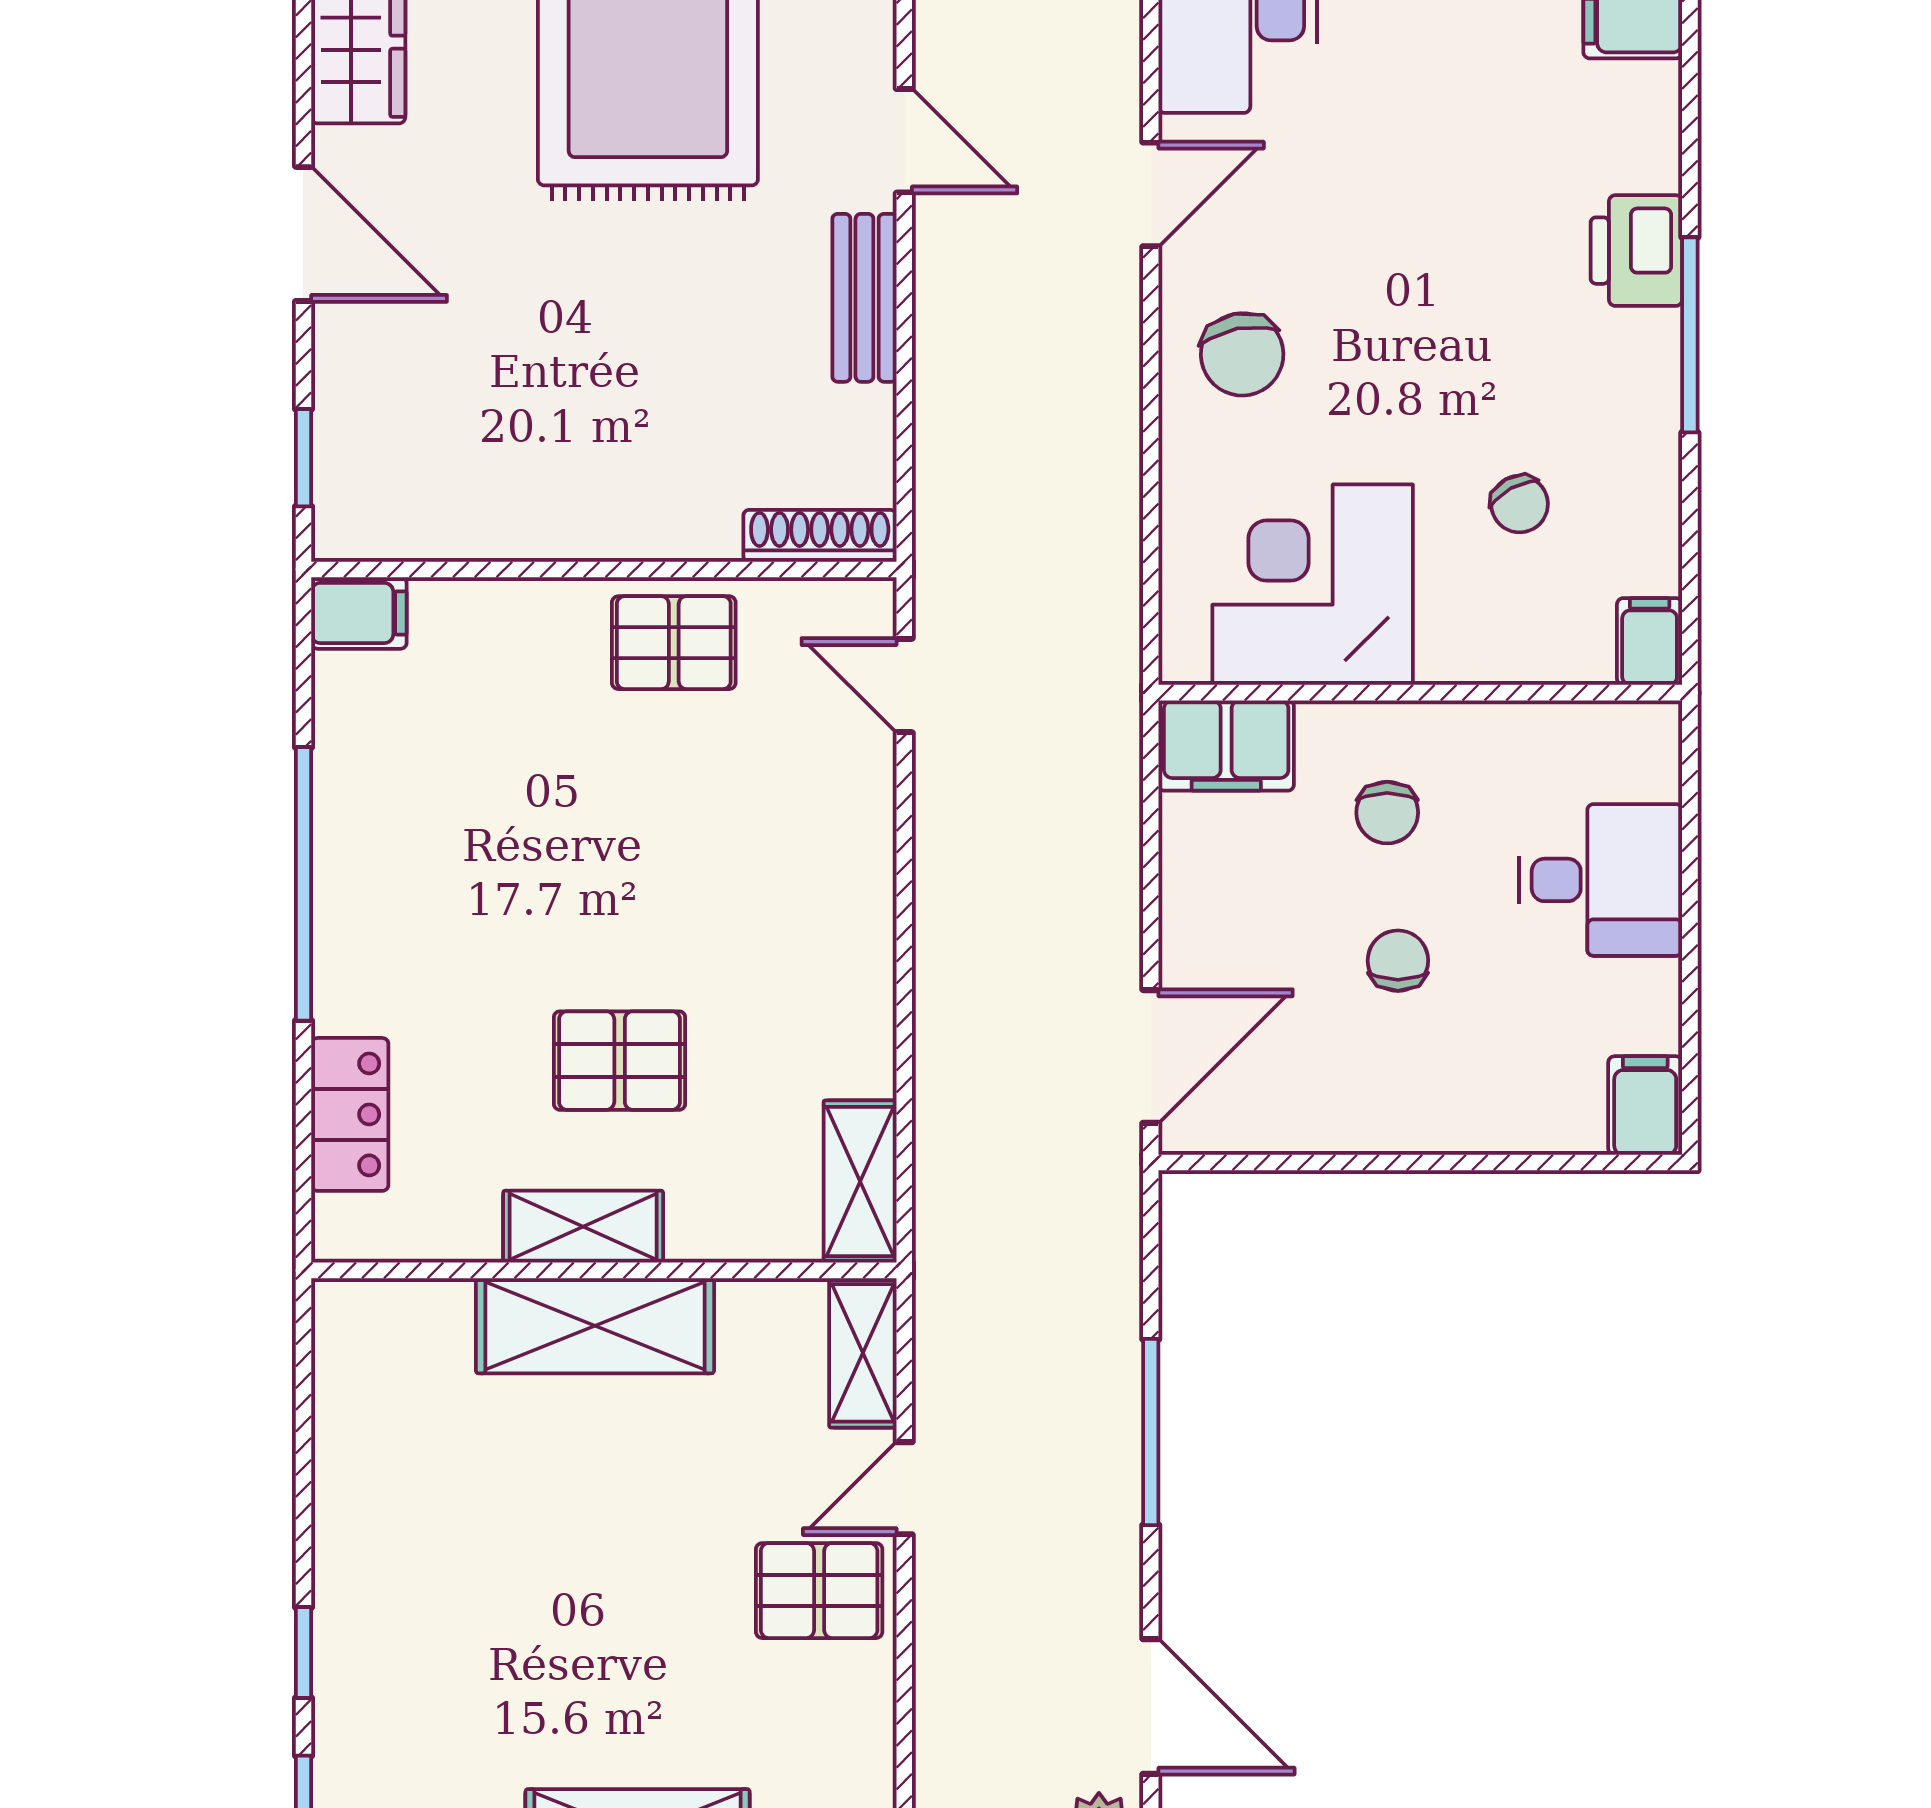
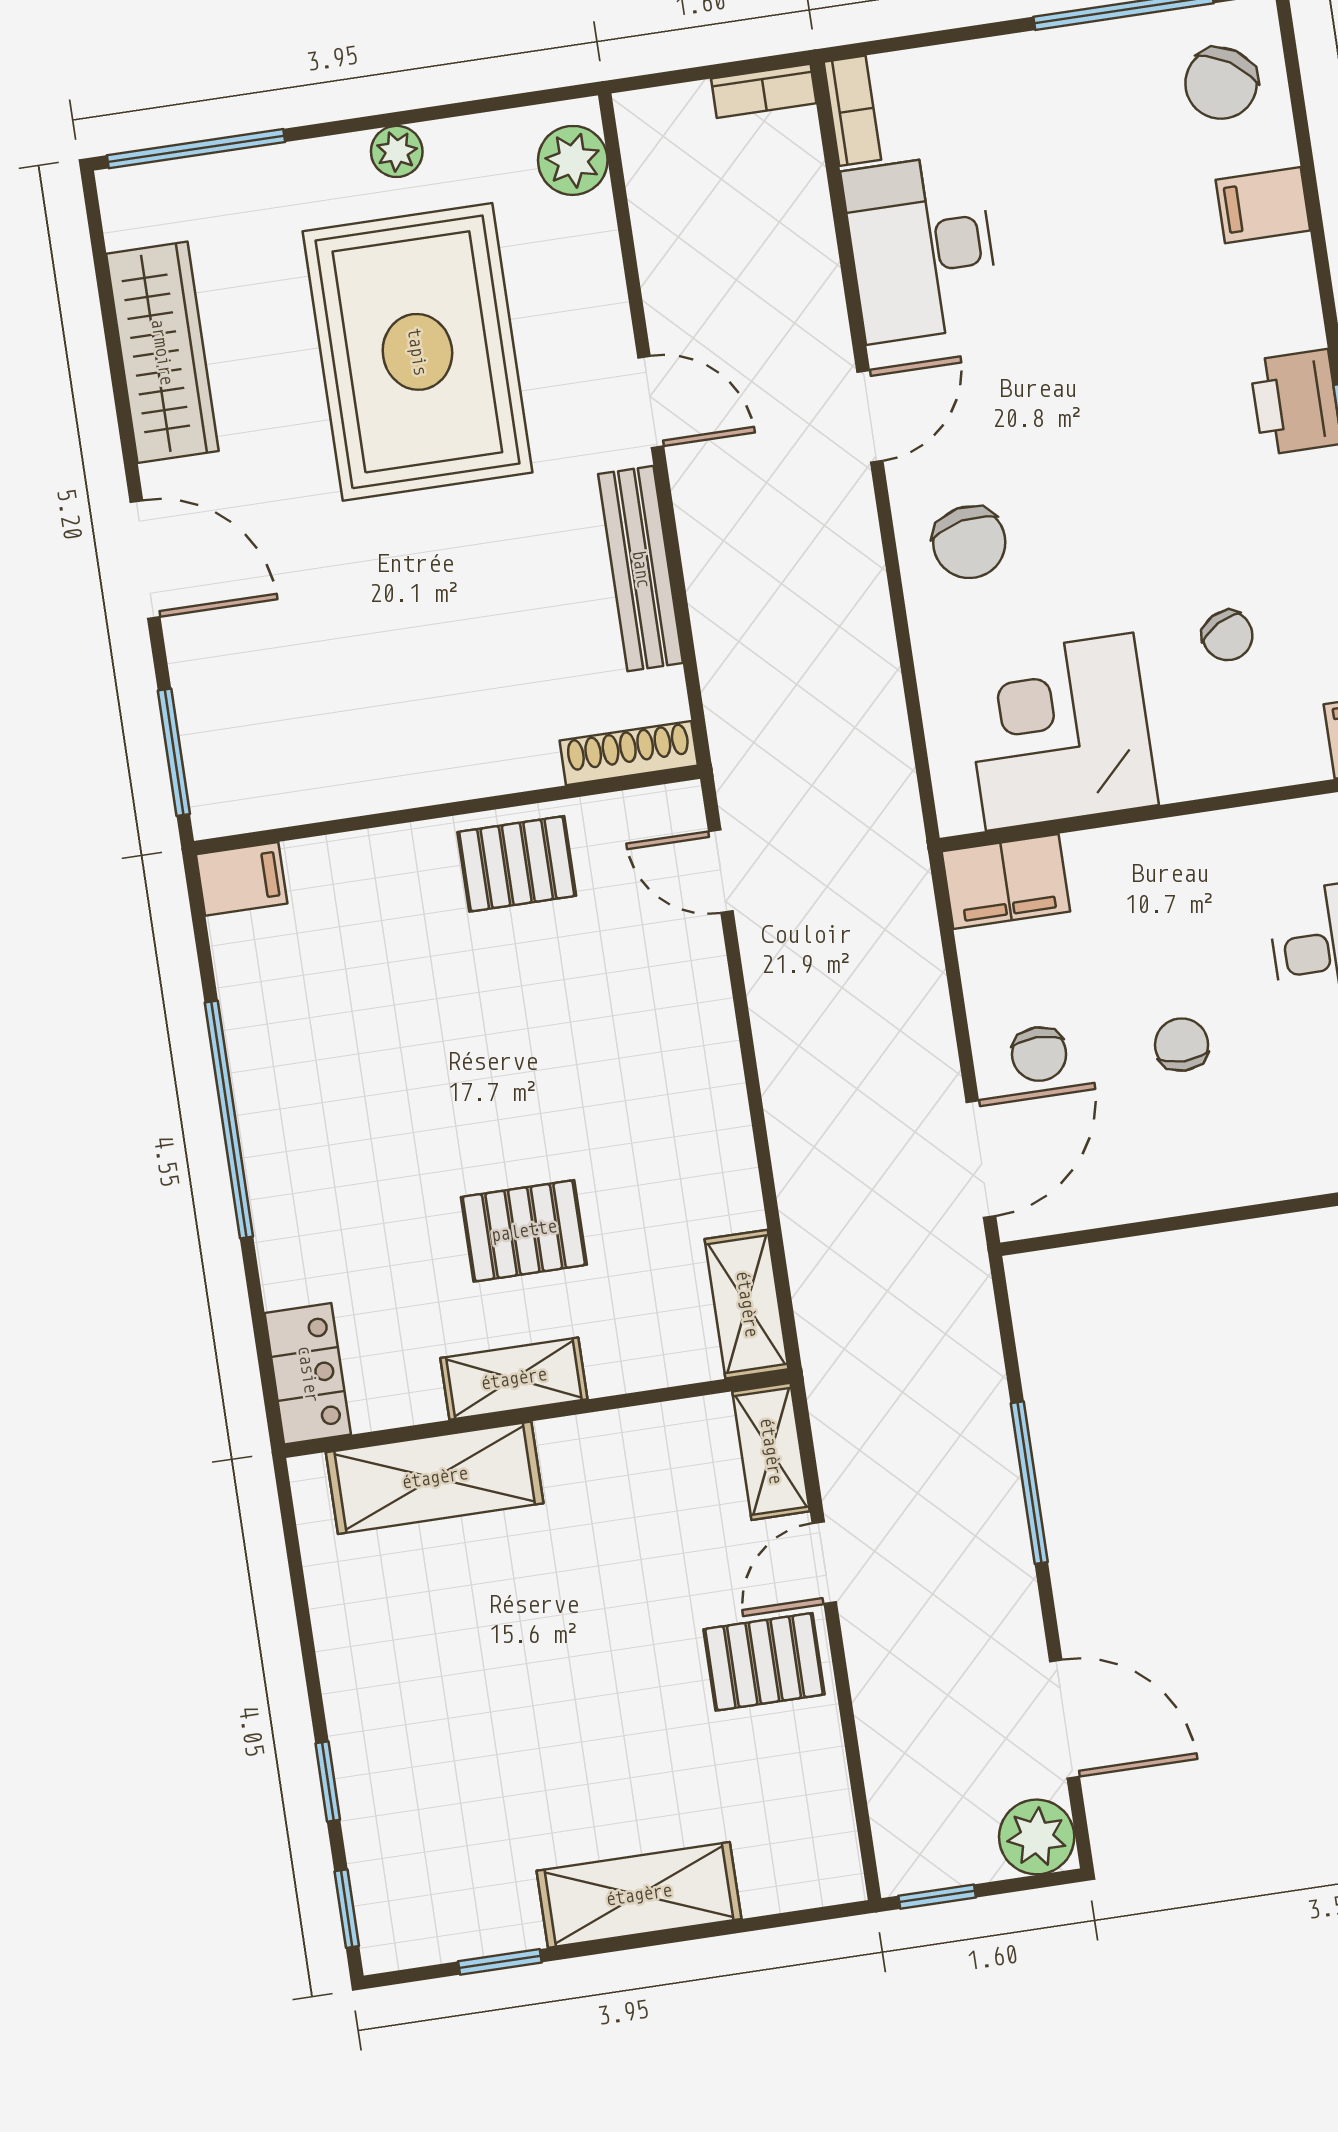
bench: (864, 298) -> (641, 569), width x1.36
window: (303, 458) -> (174, 752), width x1.50
chair: (1387, 813) -> (1039, 1054), moved
locker: (350, 1114) -> (308, 1374), moved
shelving: (595, 1326) -> (435, 1478), moved

